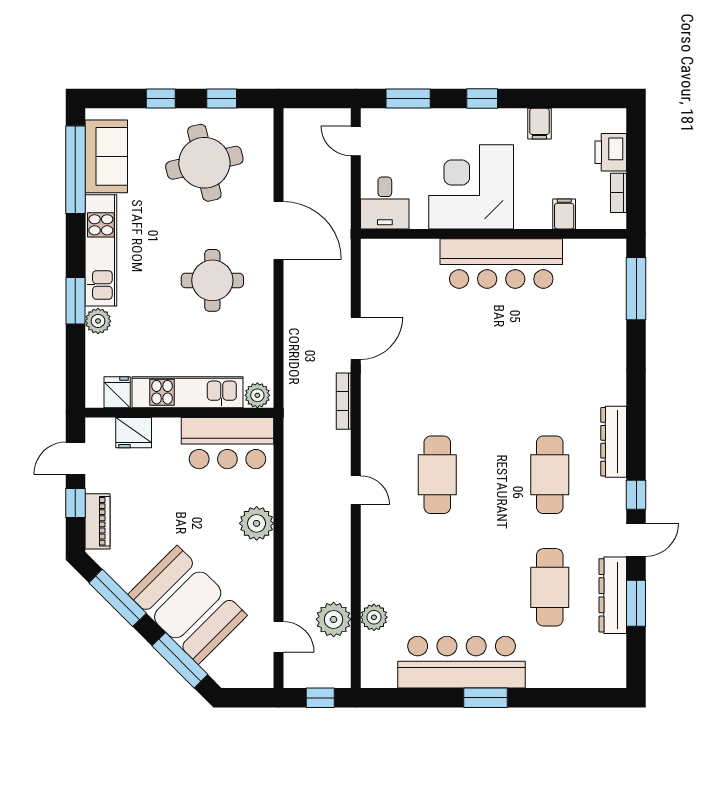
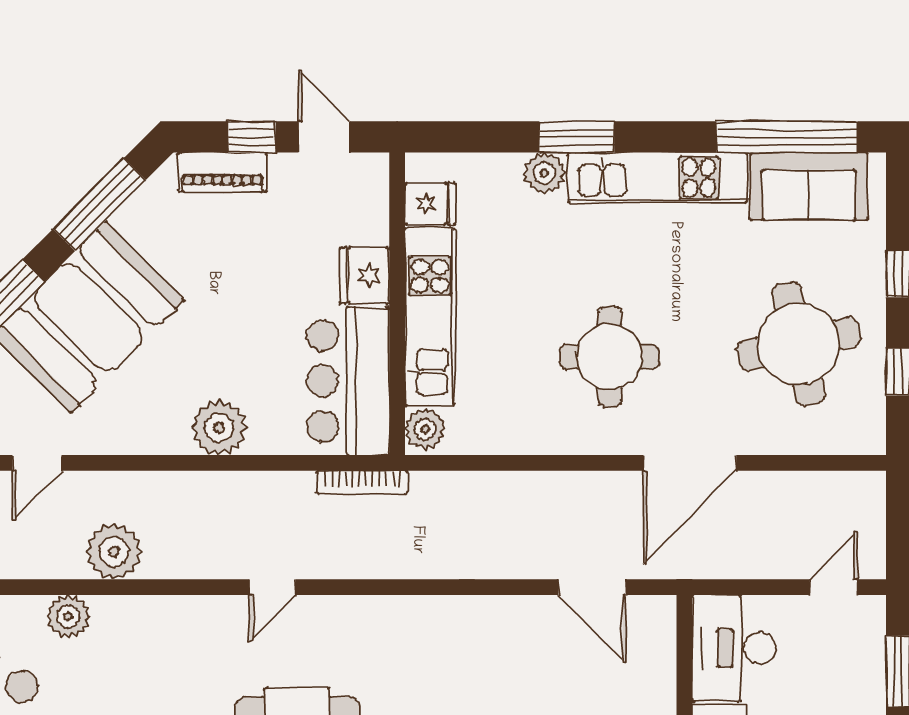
desk: (385, 203) -> (734, 648), width x1.37
door: (356, 338) -> (592, 587), moved
bookcase: (344, 401) -> (362, 482), moved, turned 180
fridge: (134, 433) -> (365, 275), moved
plant: (334, 619) -> (114, 551), moved

